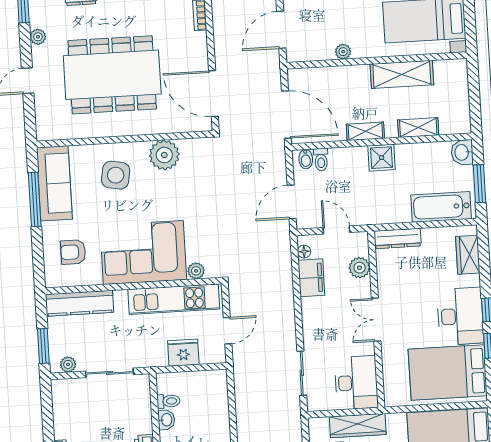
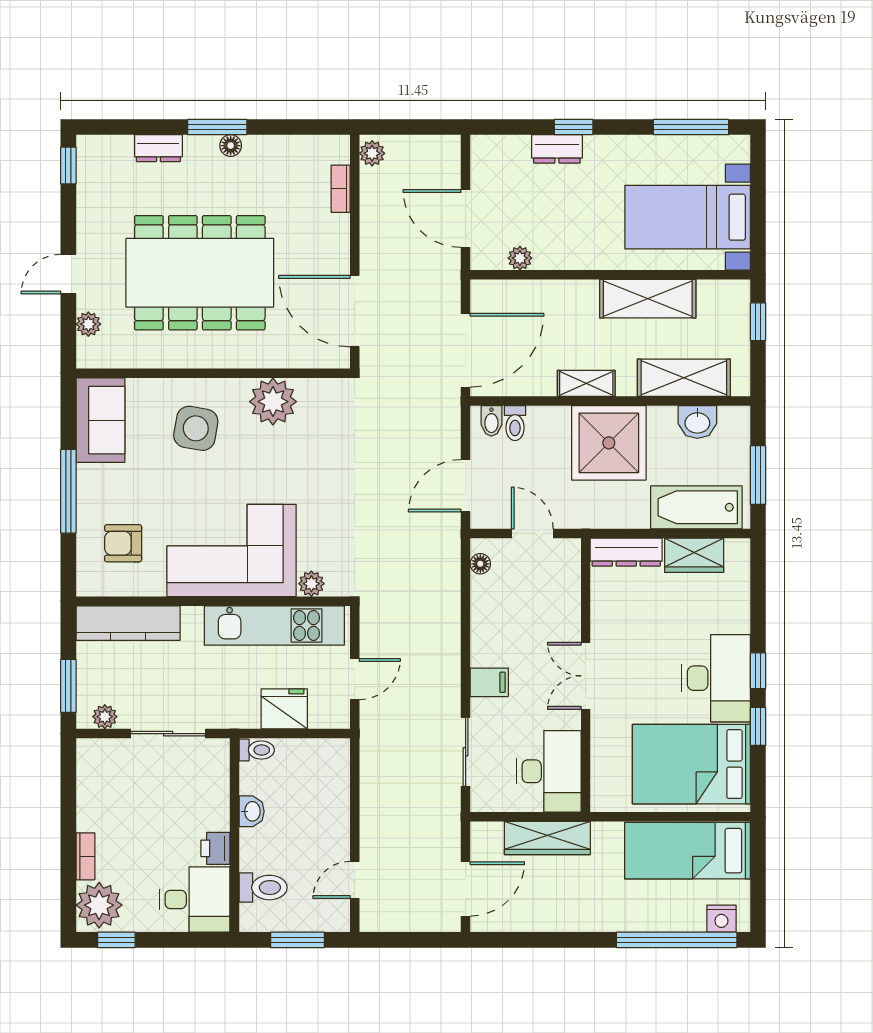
door: (281, 30) -> (466, 219), hinge flipped
plant: (38, 37) -> (88, 324), moved
plant: (343, 52) -> (520, 258), moved
window: (474, 85) -> (758, 322), added
door: (286, 115) -> (466, 350), hinge flipped
shelving: (418, 128) -> (684, 378), width x1.50, depth x1.33
washbasin: (462, 152) -> (697, 422), moved, turned -90
shower: (382, 158) -> (609, 443), width x1.86, depth x1.86
sofa: (54, 183) -> (100, 420), width x0.73
window: (35, 199) -> (68, 491), moved
wardrobe: (468, 255) -> (694, 555), moved, turned -90
plant: (360, 268) -> (565, 594), removed
filing cabinet: (311, 278) -> (489, 682), moved, width x0.50
toilet: (168, 401) -> (257, 750), moved

